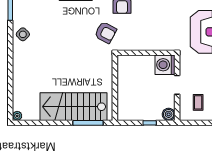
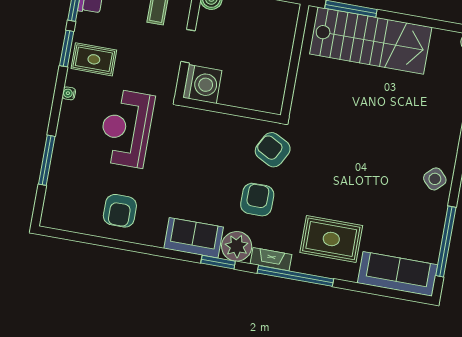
armchair: (106, 33) -> (273, 150), moved

